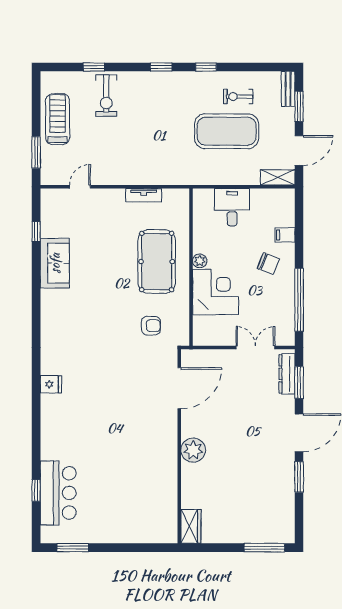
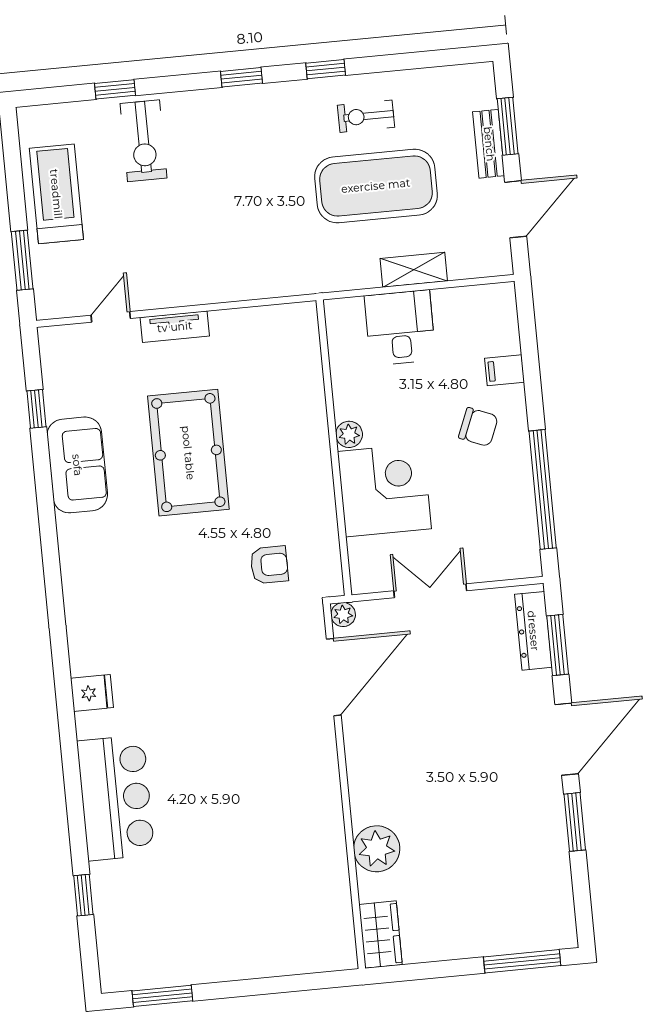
bench: (288, 89) -> (489, 144), moved
exercise bike: (238, 97) -> (366, 116), moved
shelving: (278, 177) -> (414, 270), moved
tv unit: (144, 195) -> (175, 327), moved
pool table: (157, 262) -> (188, 453), moved
double door: (255, 348) -> (430, 591), moved
plant: (187, 356) -> (343, 615), added
plant: (193, 450) -> (377, 849), moved
bar counter: (58, 493) -> (116, 798), moved

